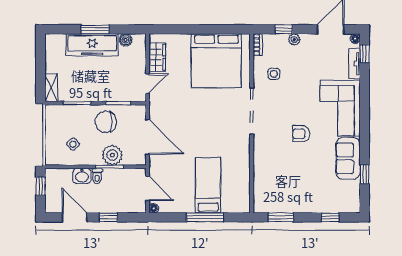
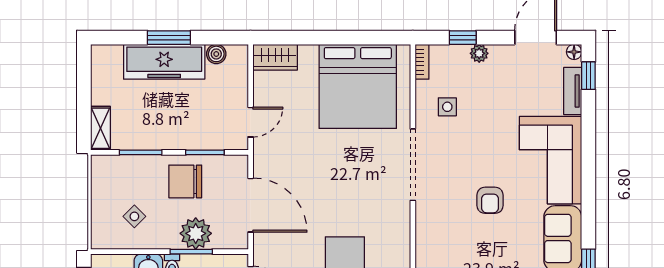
wardrobe: (157, 57) -> (275, 57), moved, turned 90
armchair: (301, 134) -> (490, 200), turned -90

